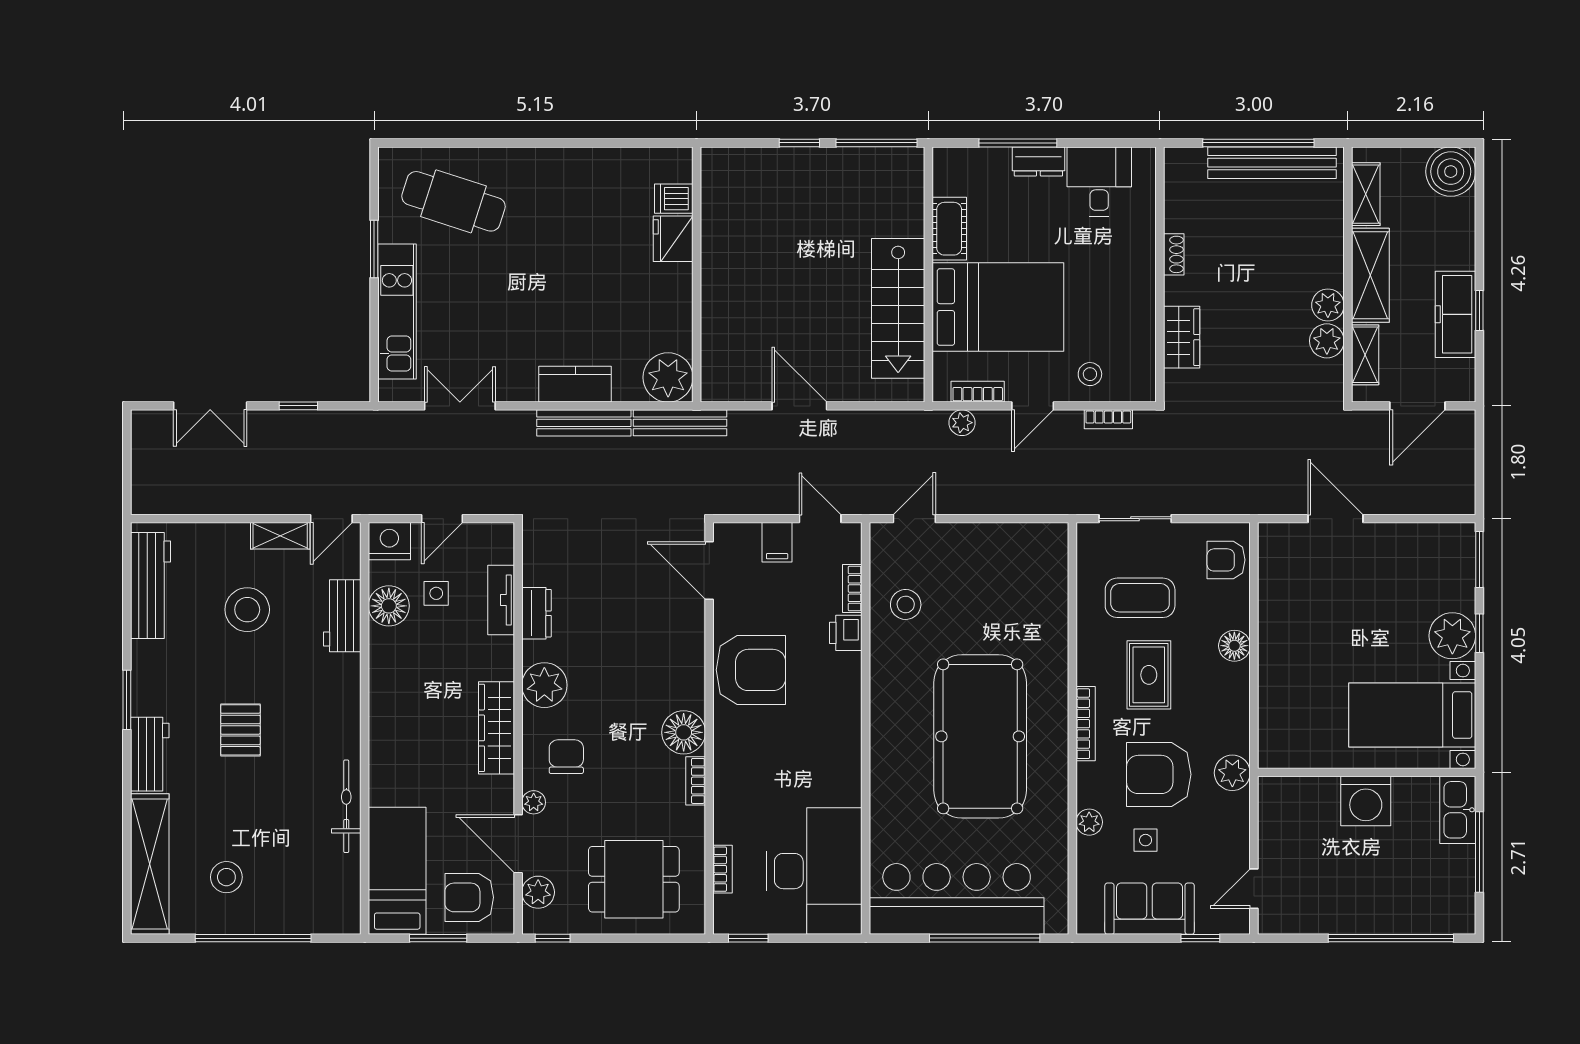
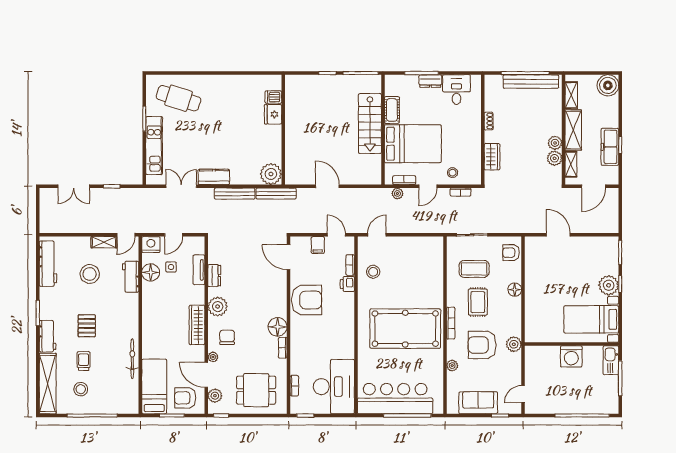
stairs: (898, 308) -> (370, 123), moved
kitchen counter: (575, 384) -> (214, 177), moved
pool table: (980, 736) -> (405, 329), turned 90
trolley: (233, 812) -> (84, 361), added
side table: (1146, 840) -> (476, 373), removed

